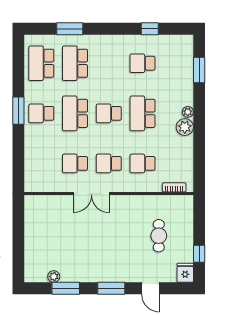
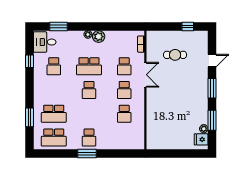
desk: (177, 50) -> (45, 42), added
school desk: (75, 113) -> (89, 114), removed
double door: (91, 194) -> (145, 75), moved
fridge: (185, 273) -> (201, 139), moved

